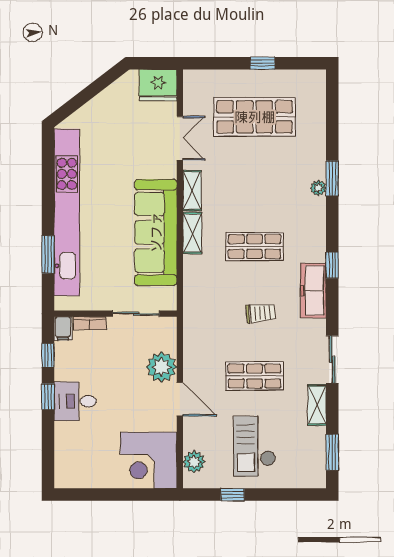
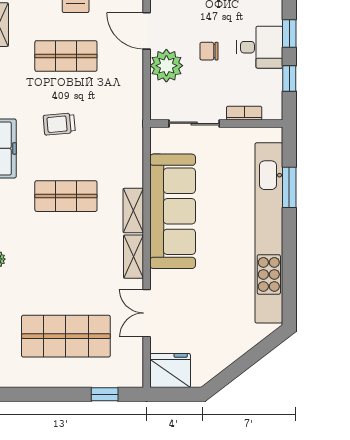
window: (262, 63) -> (105, 394), moved
filing cabinet: (63, 328) -> (273, 107), removed
chair: (122, 381) -> (209, 51), added
desk: (75, 401) -> (260, 47), moved

